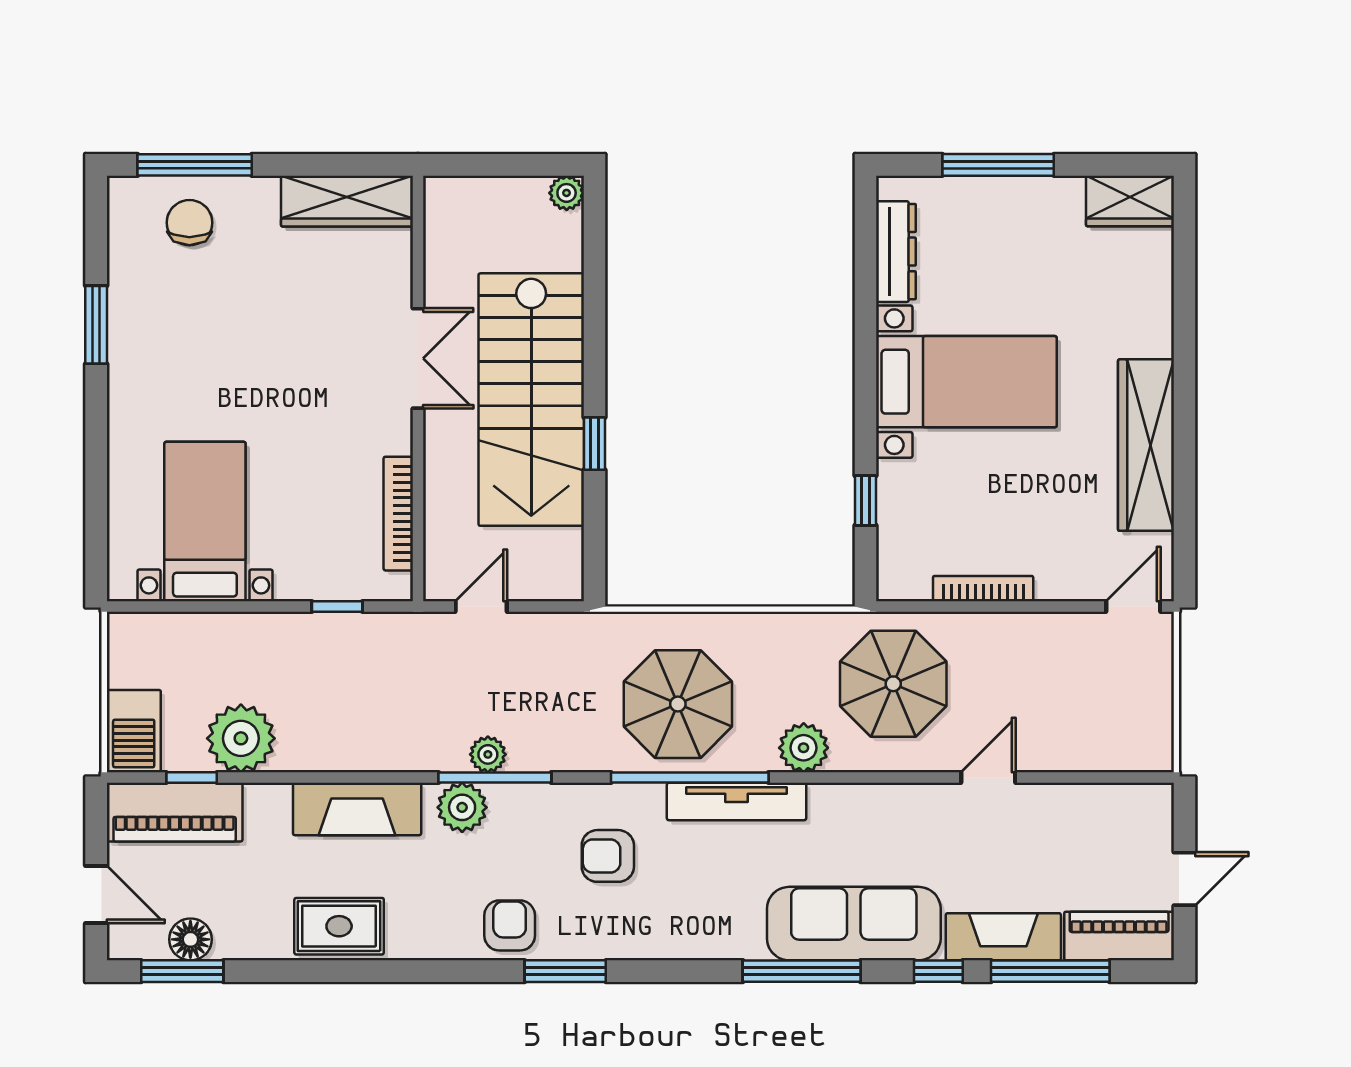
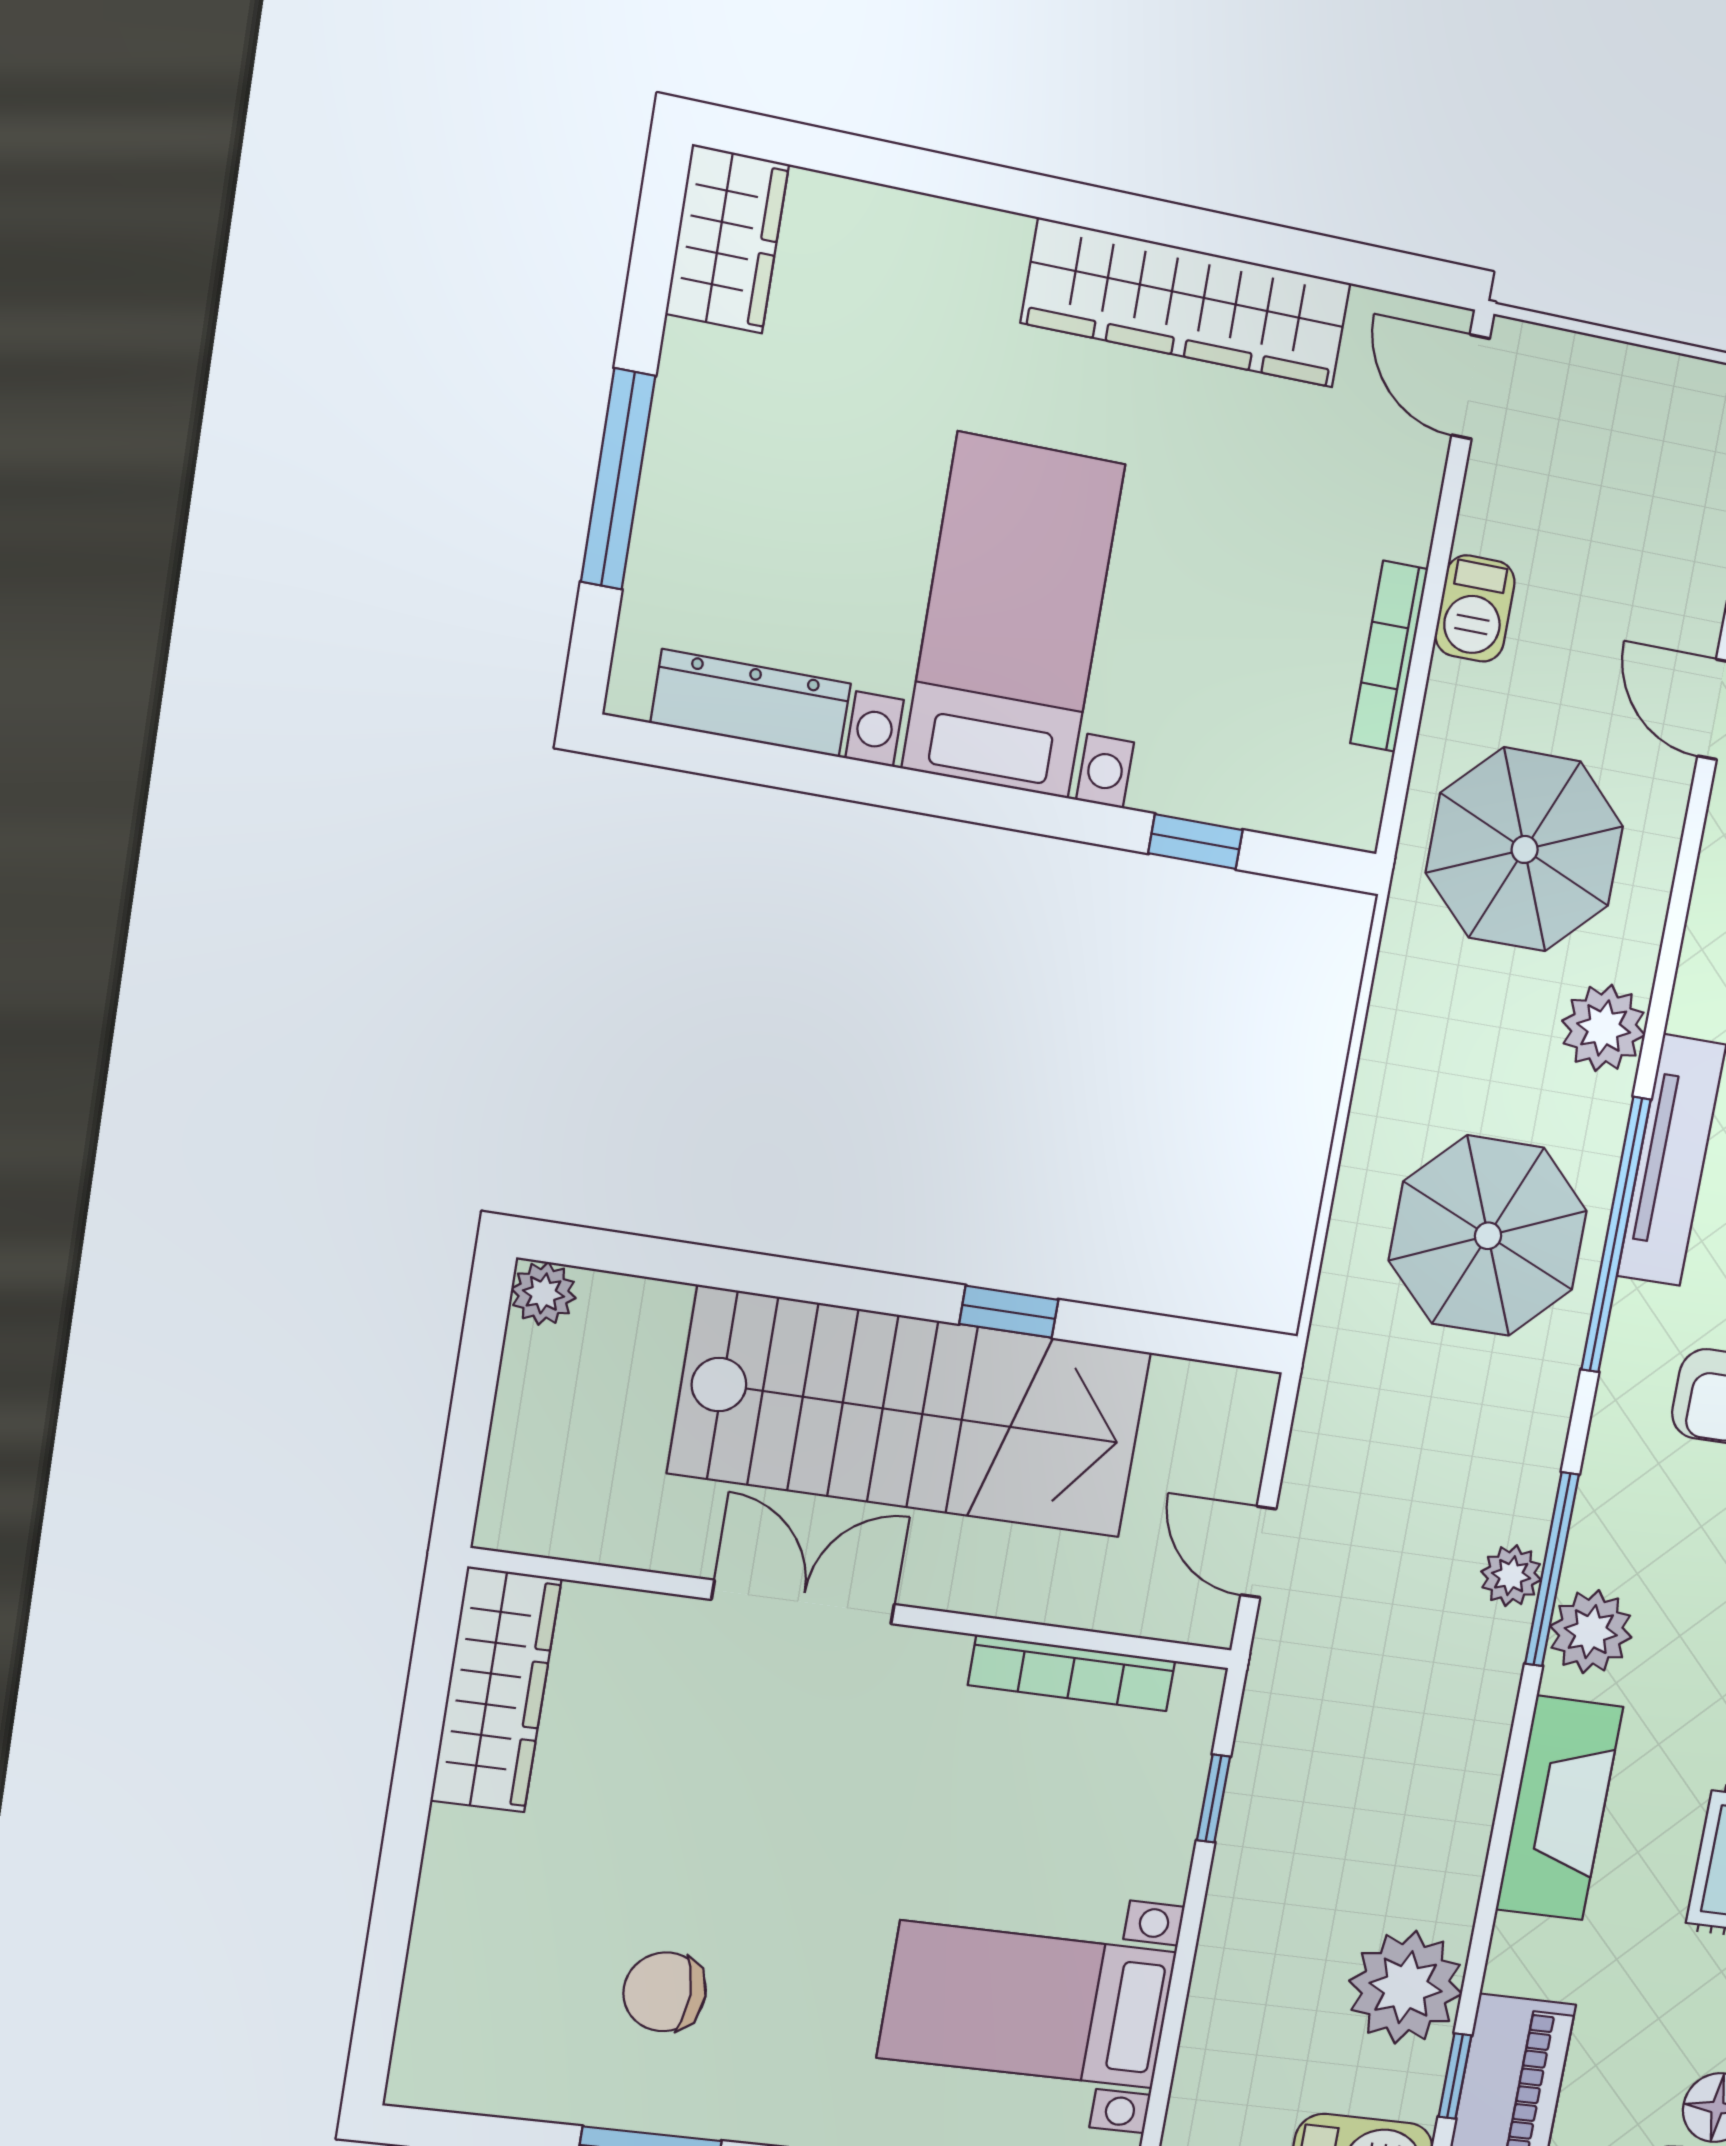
window: (195, 165) -> (386, 1950), removed
chair: (189, 223) -> (665, 1992), moved
barbecue: (1017, 631) -> (1475, 608), added

